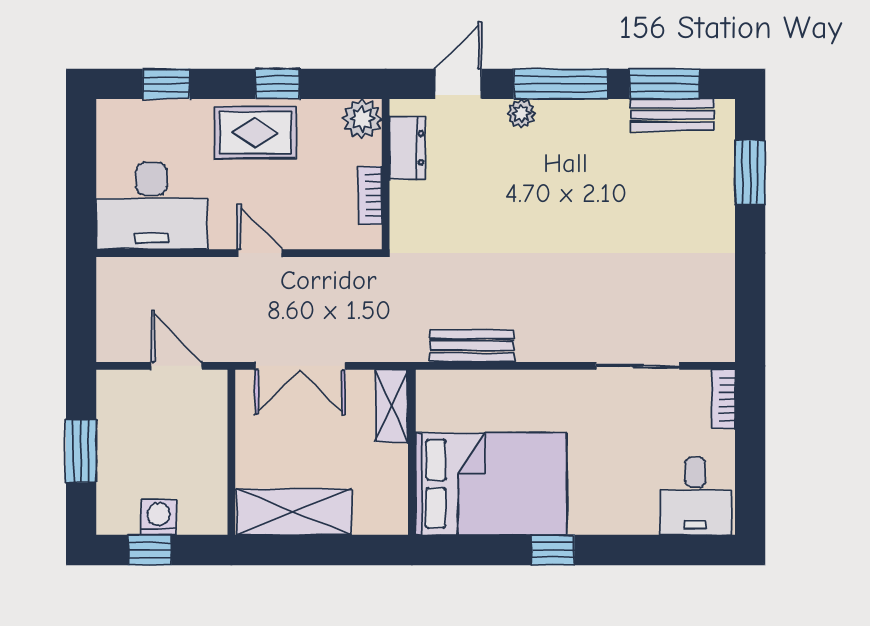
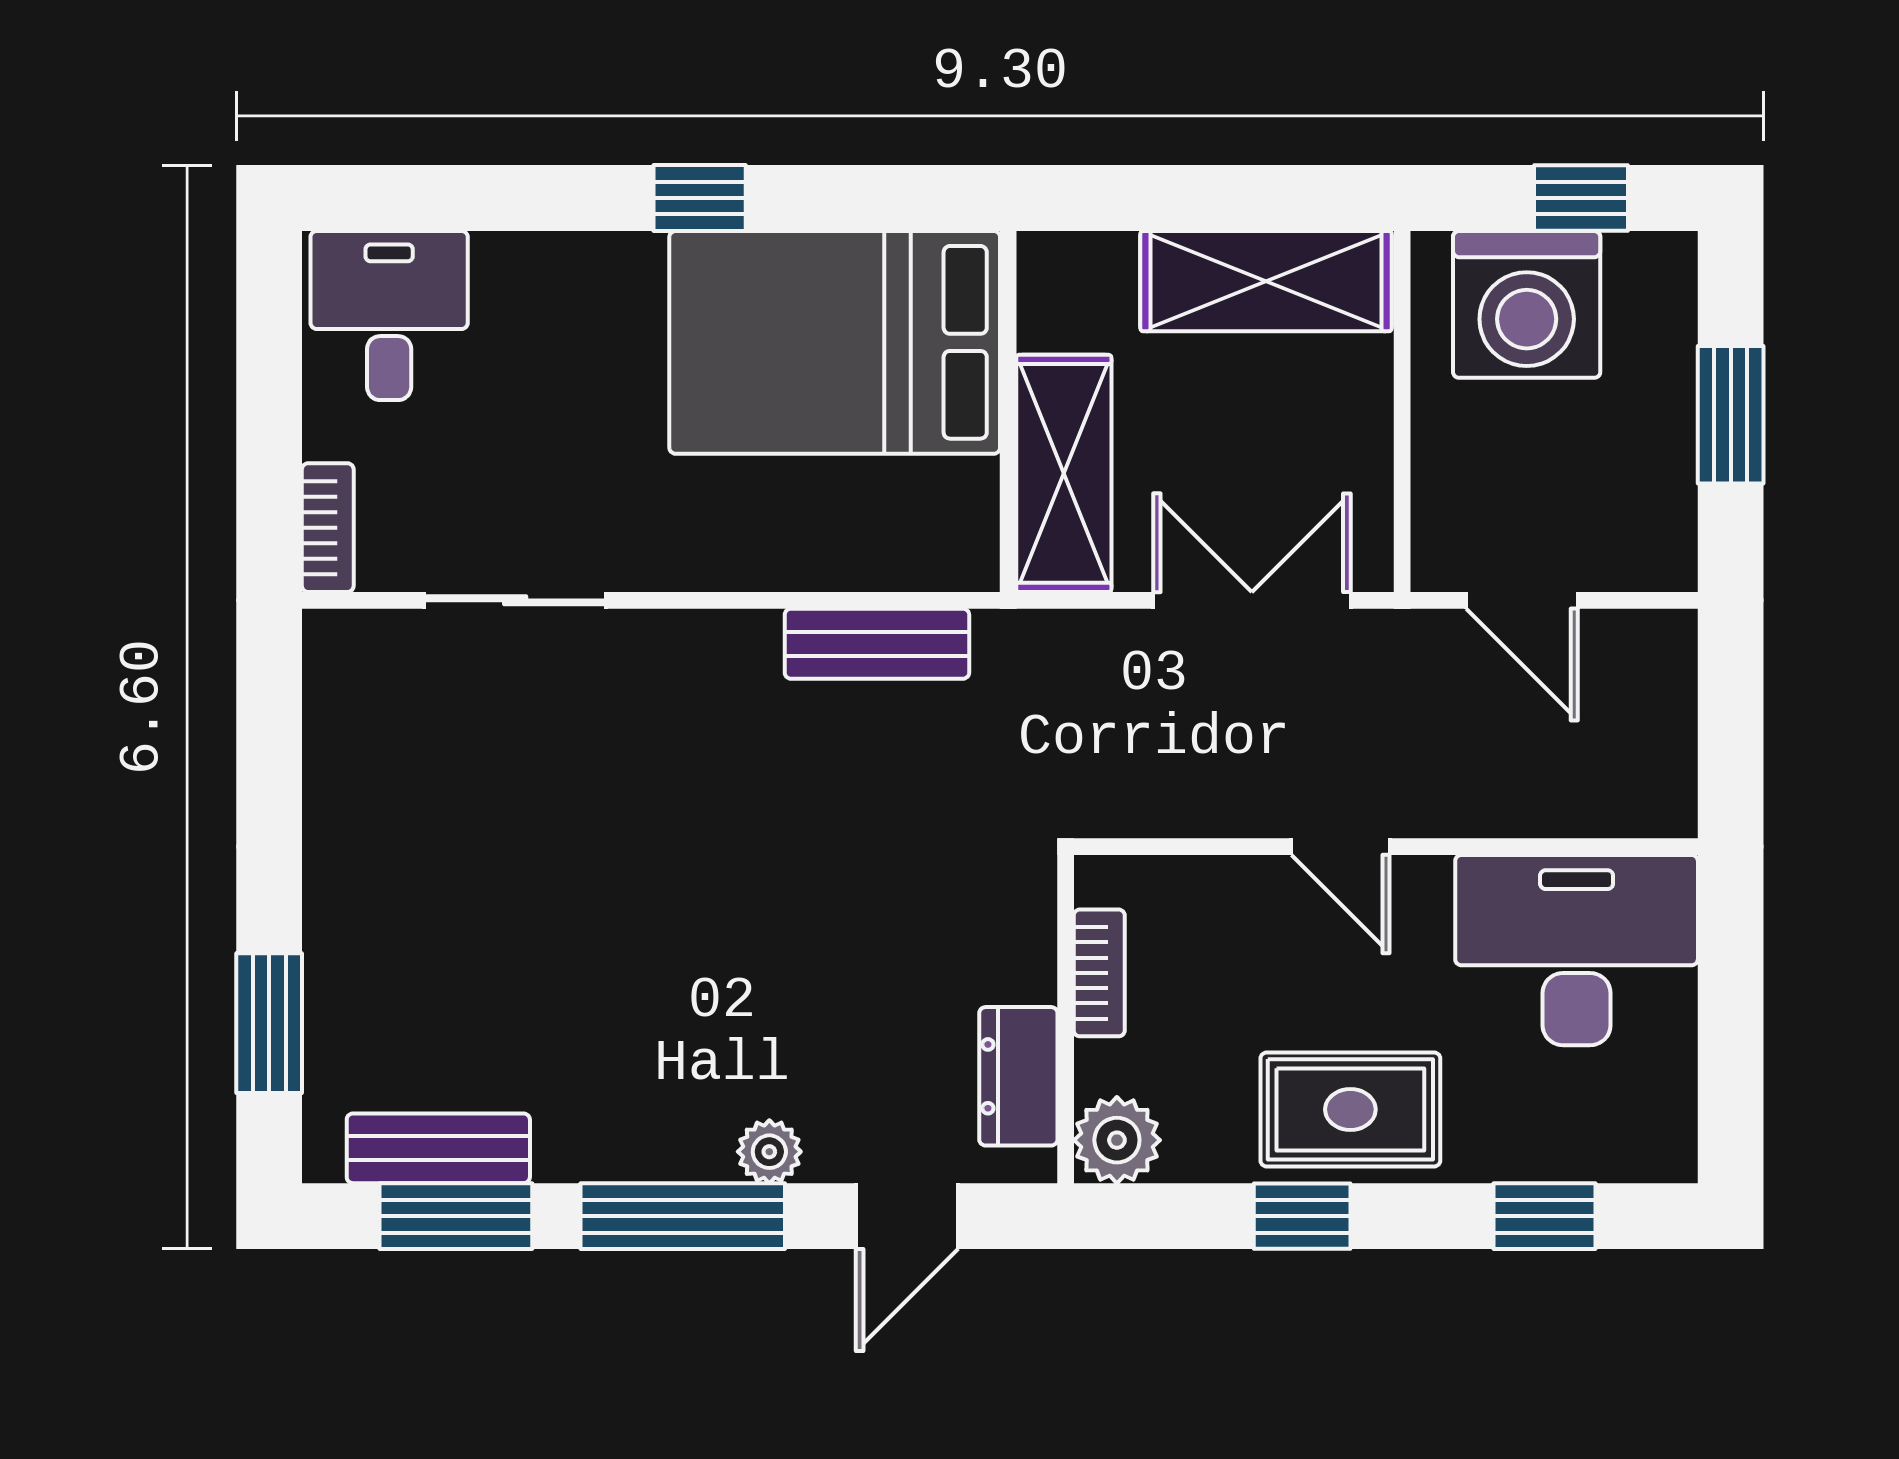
shelving: (392, 406) -> (1064, 473), width x1.50, depth x1.33
washing machine: (159, 517) -> (1527, 304), width x1.89, depth x1.89

